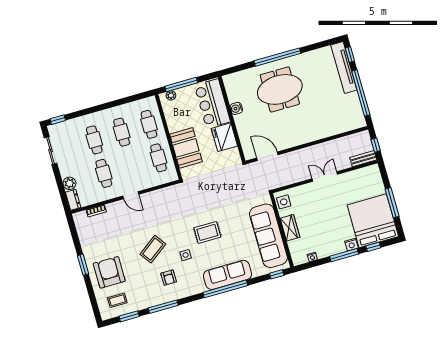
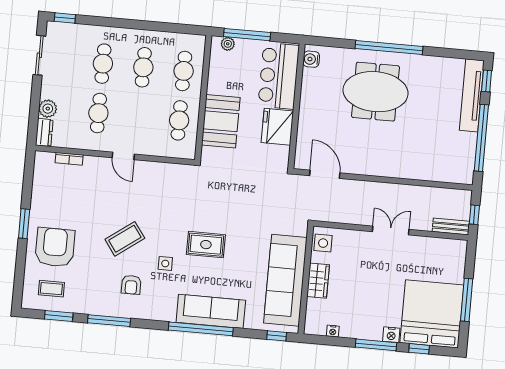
water cooler: (236, 108) -> (311, 59), moved

